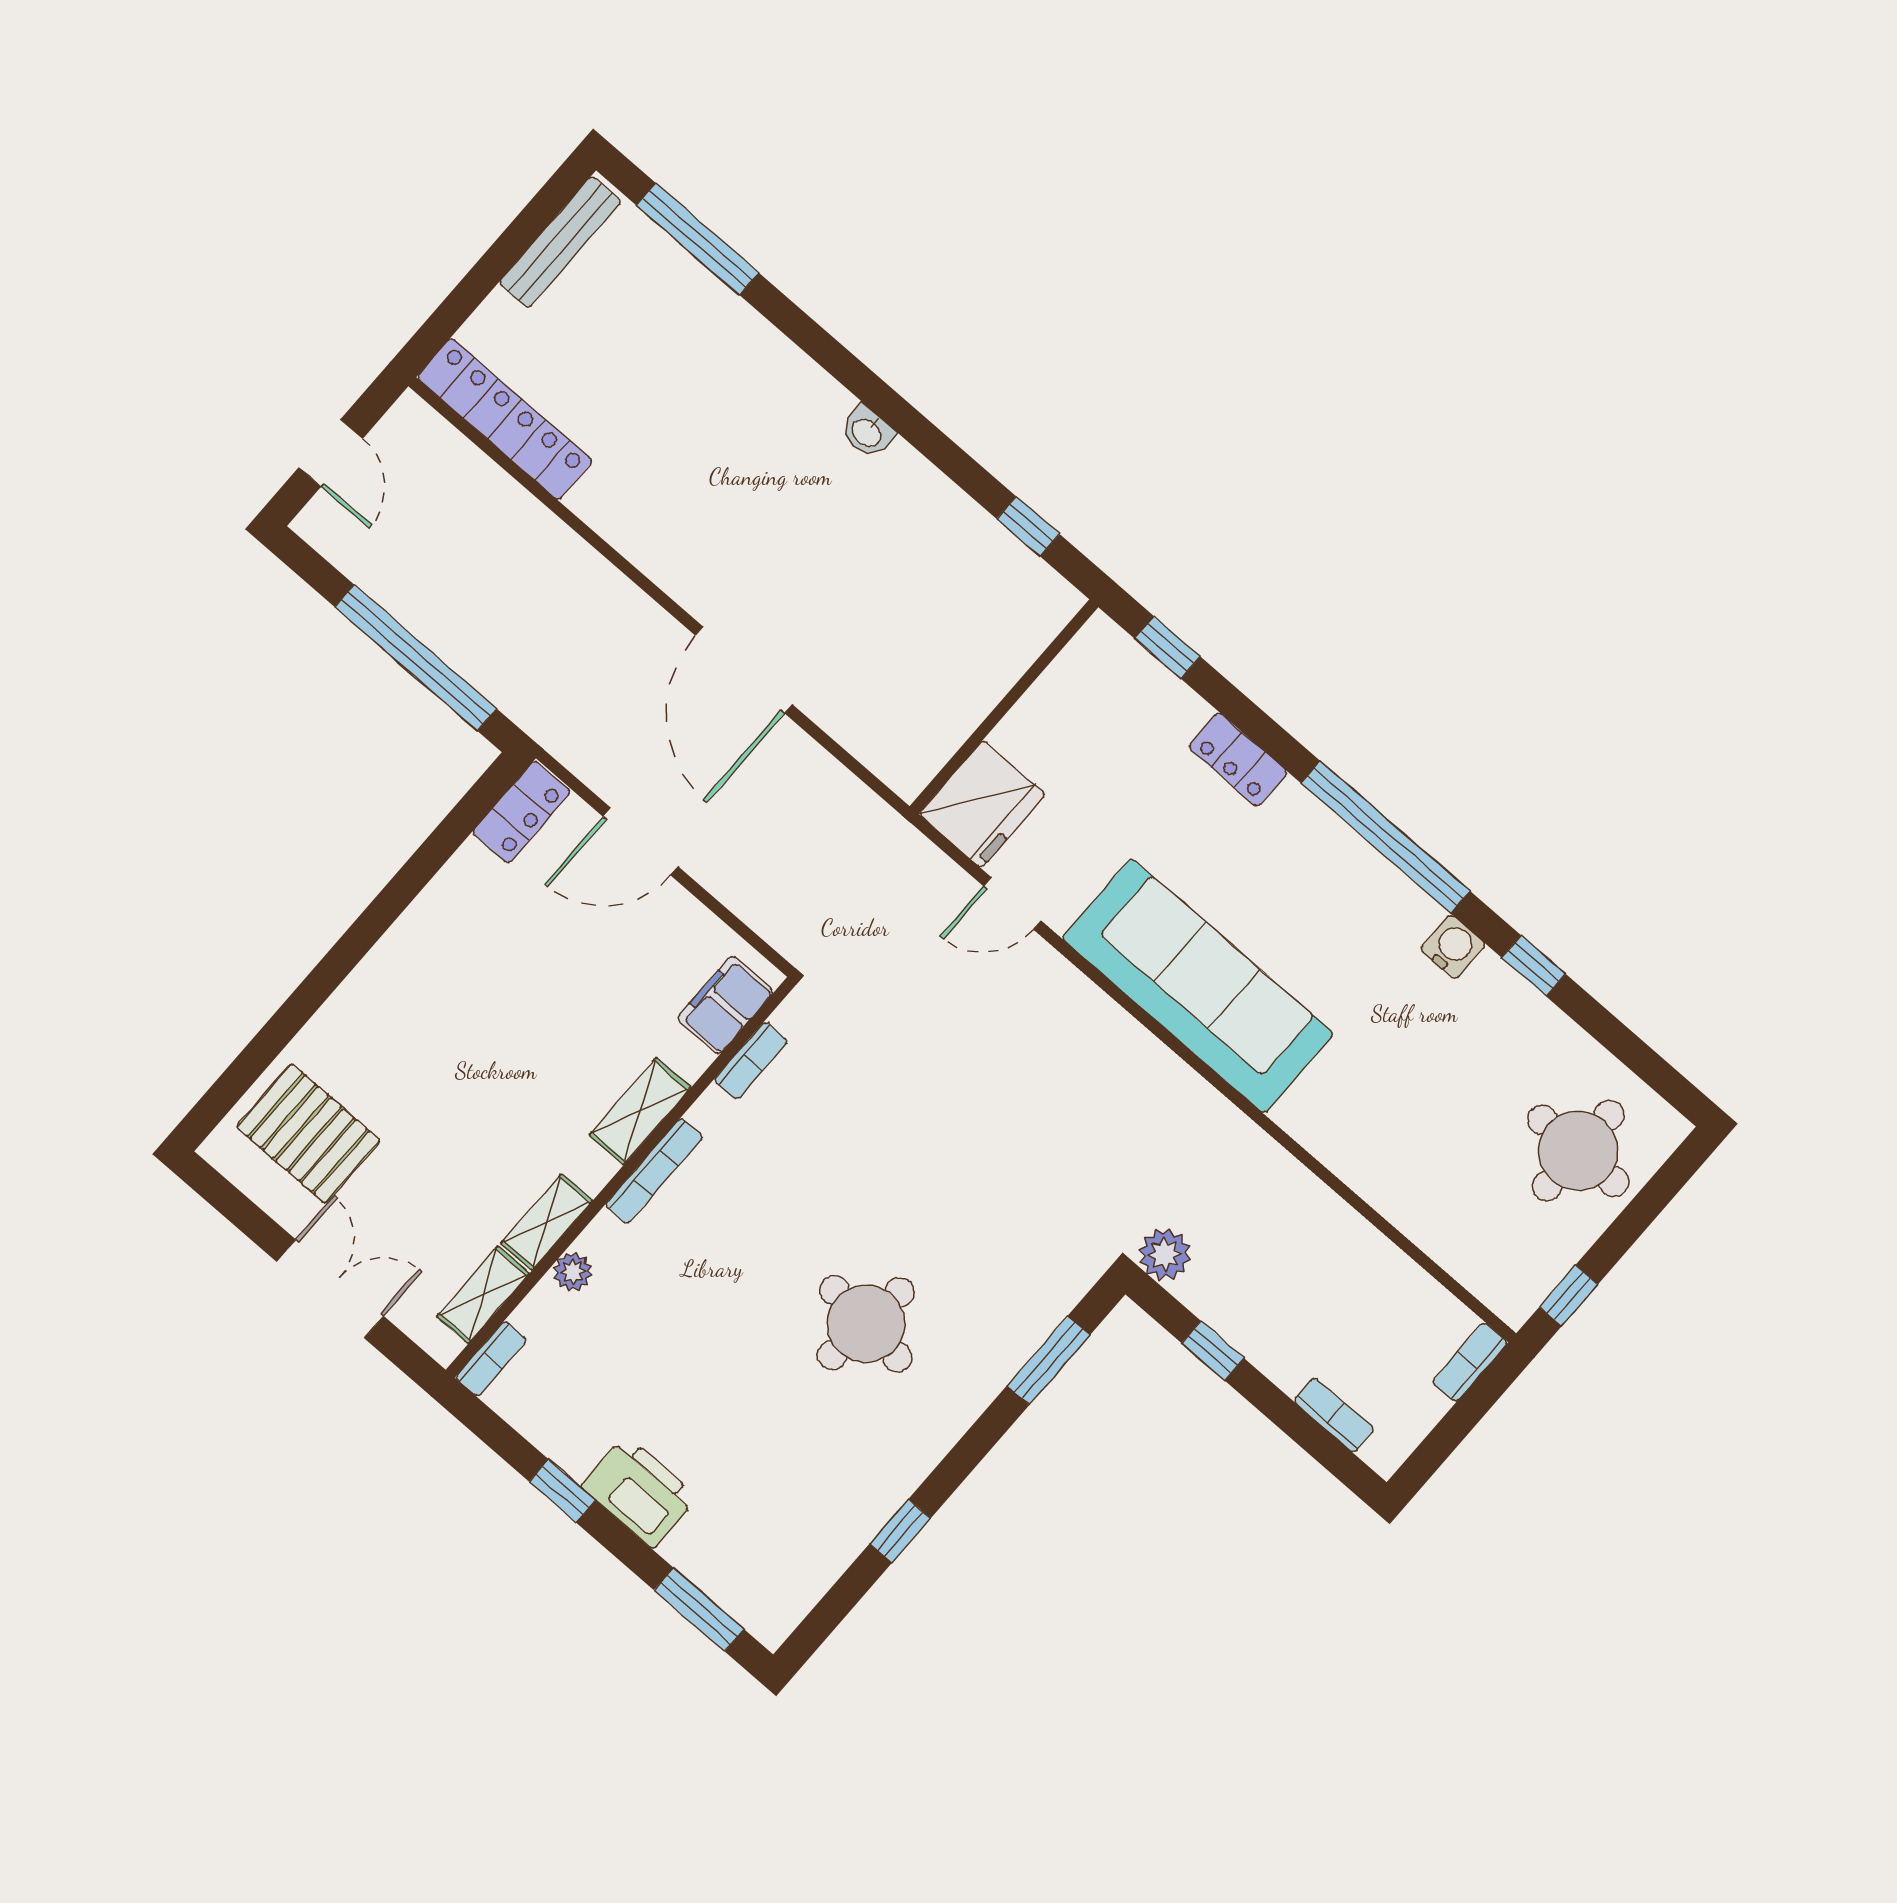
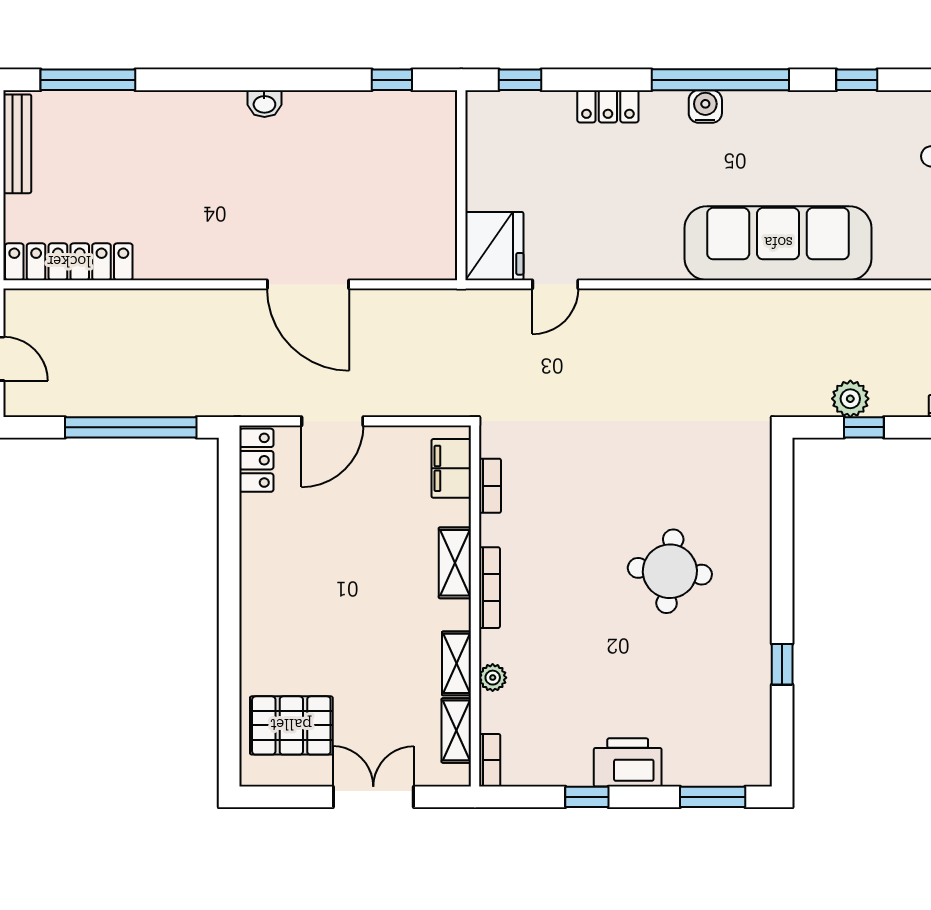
water cooler: (1453, 947) -> (705, 106), moved
sofa: (1198, 986) -> (778, 243), moved
plant: (1165, 1254) -> (850, 399), moved
window: (1048, 1360) -> (782, 507), removed

